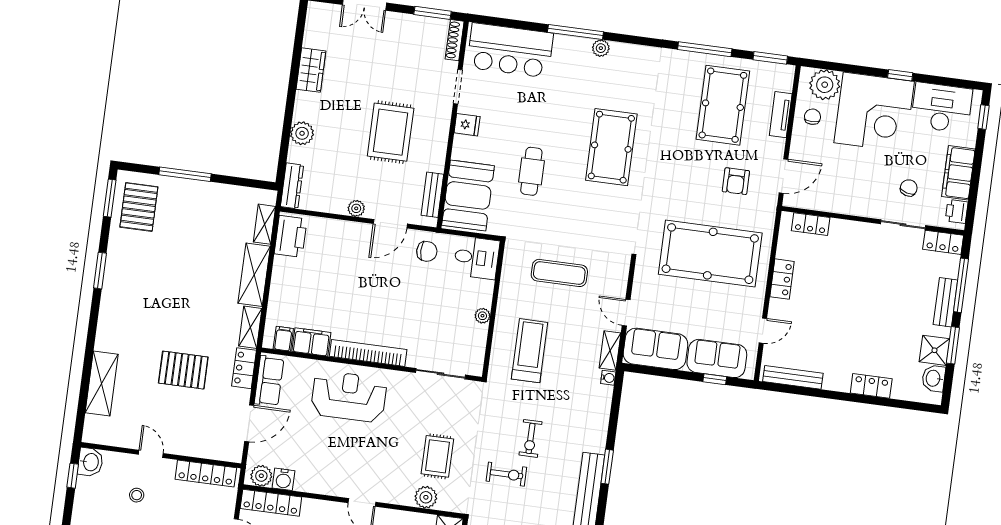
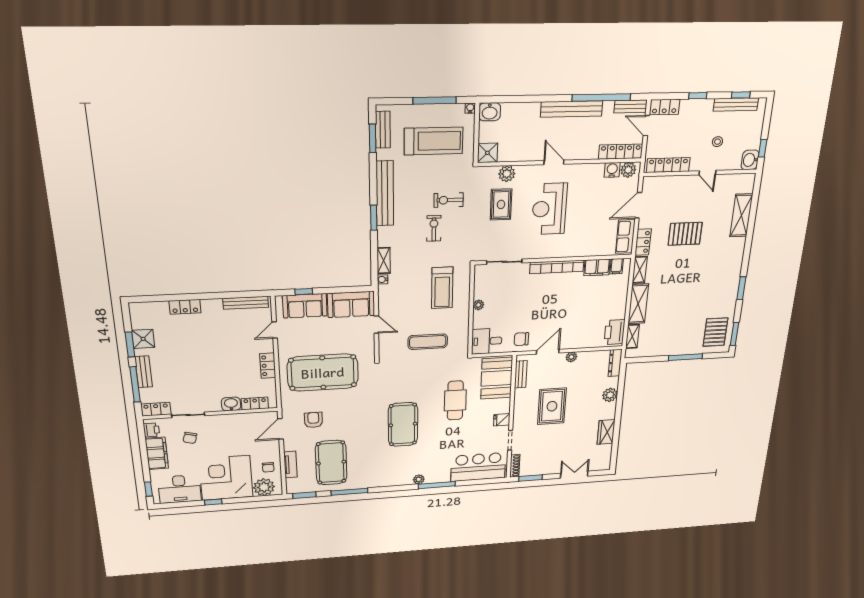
cafe table: (531, 171) -> (455, 400), width x1.37, depth x1.35
shelving: (610, 350) -> (384, 261), moved
washbasin: (934, 378) -> (231, 404), moved, turned -90
reception desk: (349, 396) -> (549, 209), moved, turned 90

